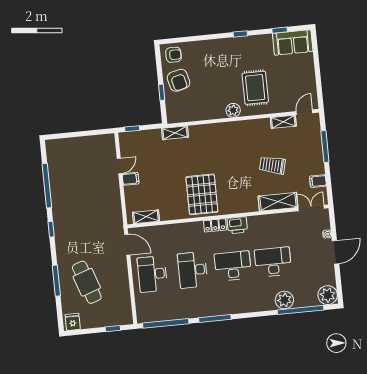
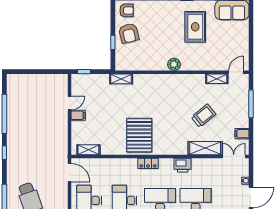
rug: (255, 88) -> (195, 27), moved
trolley: (272, 165) -> (204, 116), turned 127
printer: (237, 225) -> (183, 165), moved

